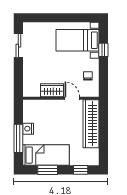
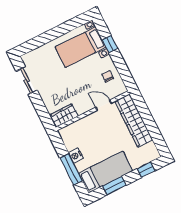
wardrobe: (52, 90) -> (64, 115), moved

